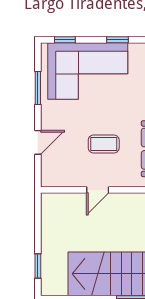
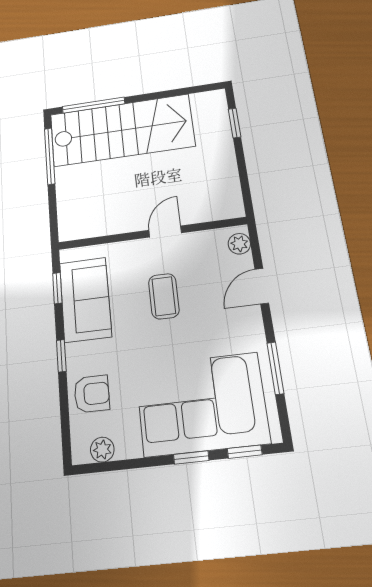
window: (118, 40) -> (191, 457), moved
coffee table: (104, 144) -> (164, 296), turned 90
plant: (48, 174) -> (239, 244), added

